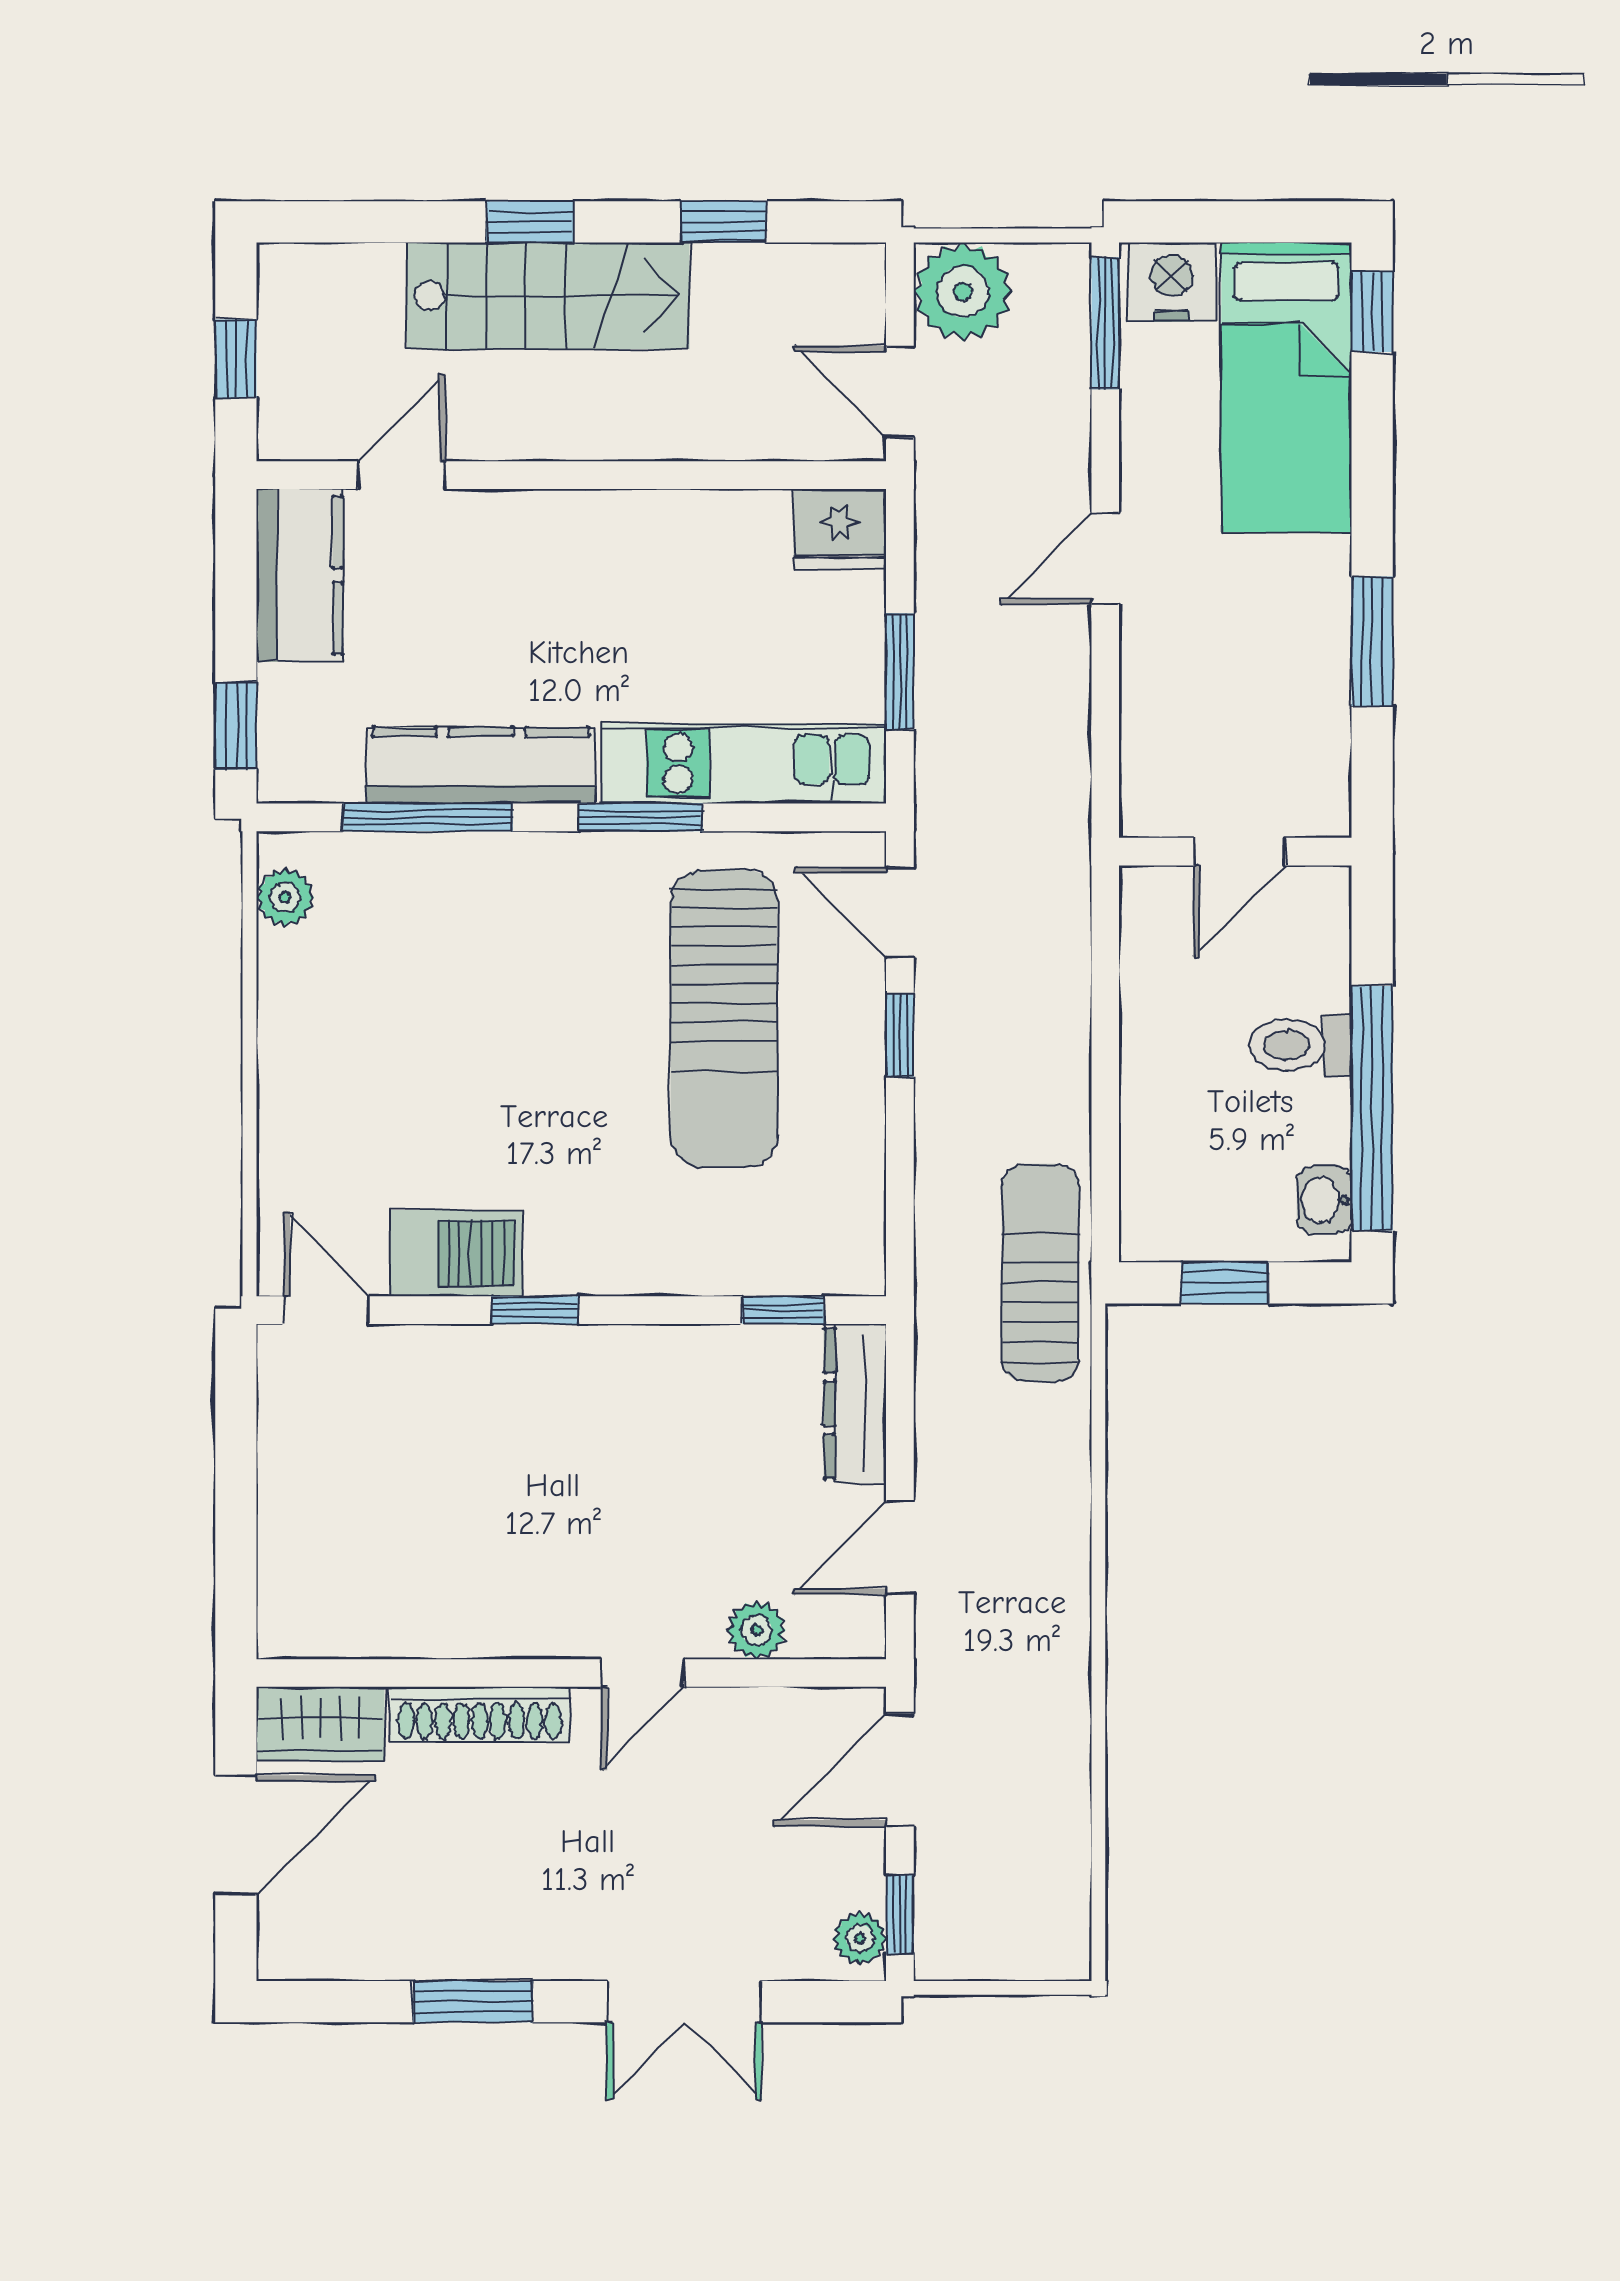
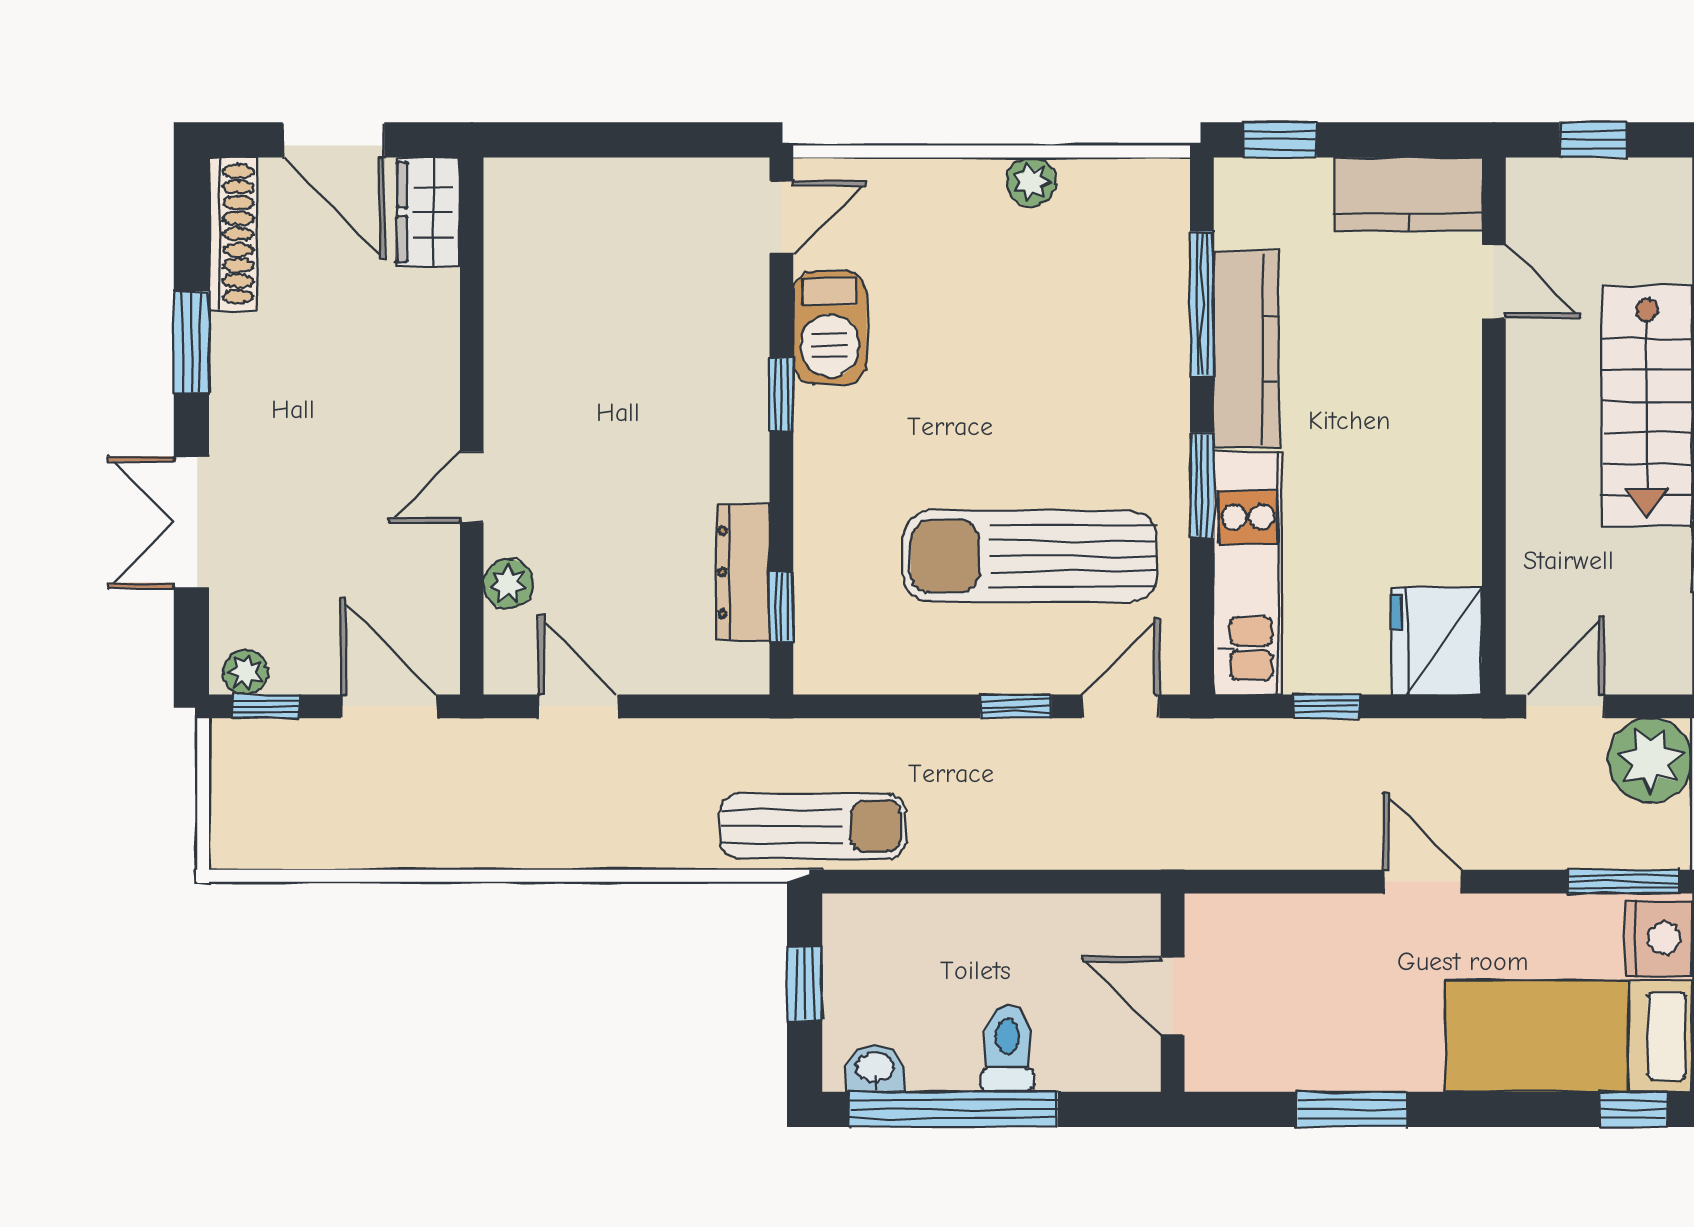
fridge: (840, 529) -> (1437, 641), width x1.36, depth x1.34
window: (900, 671) -> (1326, 706), width x0.67
plant: (285, 897) -> (1031, 182), moved
dresser: (855, 1404) -> (743, 572), moved, turned -90
door: (643, 1673) -> (472, 487), hinge flipped
shoe rack: (480, 1714) -> (233, 234), moved, turned 180

